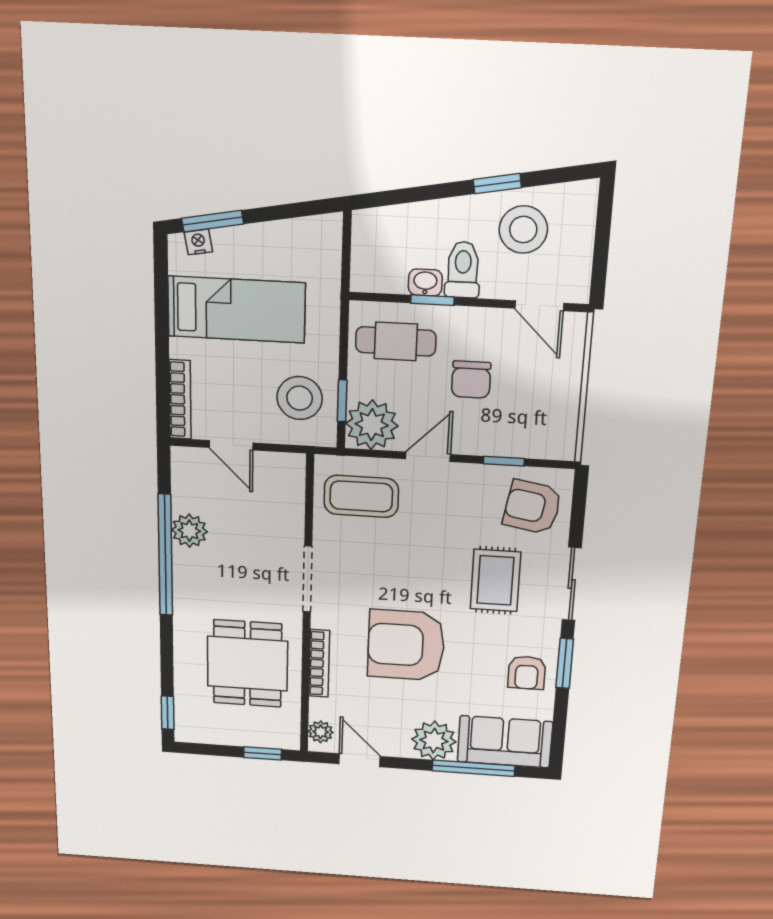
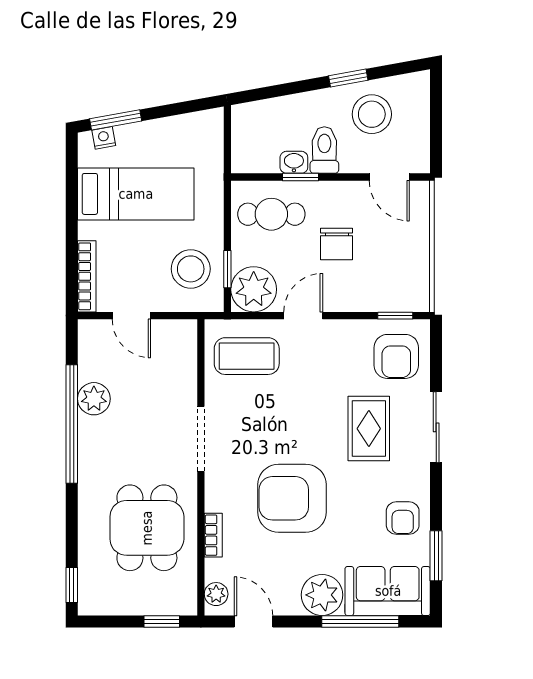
window: (504, 461) -> (395, 316), moved
armchair: (532, 507) -> (396, 356), turned -100
bookcase: (319, 663) -> (213, 535), width x0.64
window: (565, 663) -> (436, 556), moved

